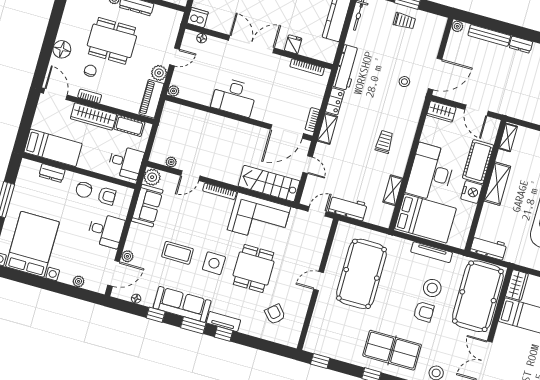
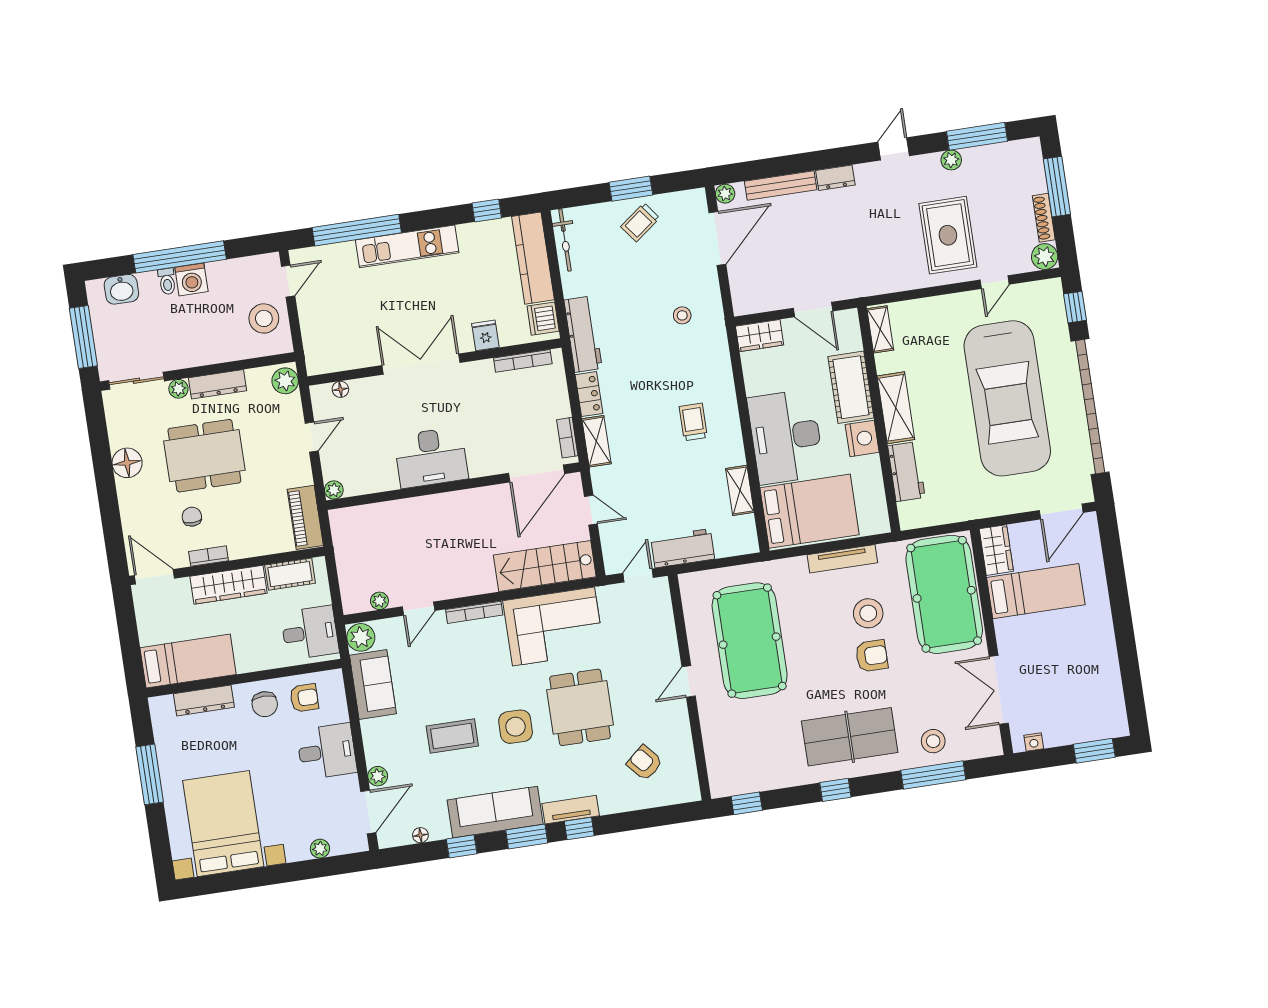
dishwasher: (198, 18) -> (543, 319), moved, turned -90
trolley: (404, 21) -> (640, 222), turned 143
floor lamp: (62, 49) -> (127, 463), moved
plant: (159, 73) -> (285, 381), moved
door: (435, 74) -> (717, 238), moved
dresser: (52, 173) -> (204, 701), width x1.44
workbench: (488, 248) -> (906, 472), moved, turned 90

